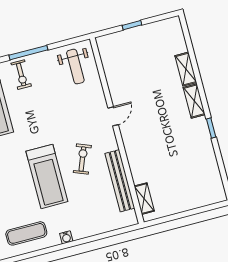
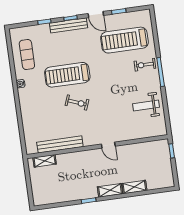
door: (113, 116) -> (108, 145), moved
wall: (117, 131) -> (97, 147), moved
bench: (120, 181) -> (60, 144), moved
shelving: (144, 199) -> (45, 161), moved

